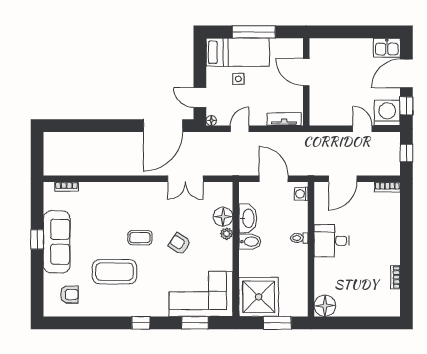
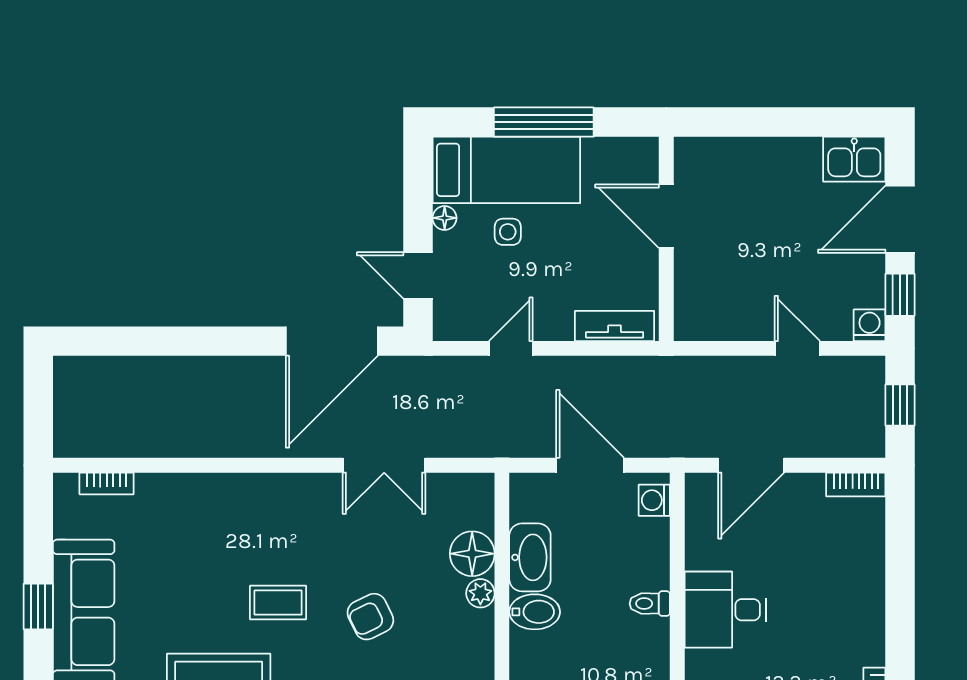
washing machine: (387, 113) -> (870, 325), width x0.53, depth x0.53
floor lamp: (211, 121) -> (445, 218), moved
armchair: (180, 244) -> (370, 617), turned -60

